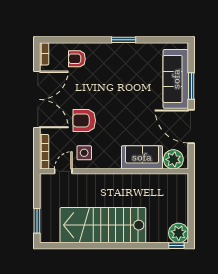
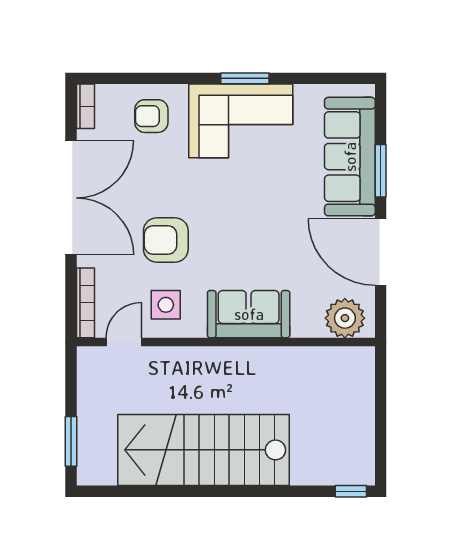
corner sofa: (121, 61) -> (241, 121), added
sofa: (142, 157) -> (249, 314), moved
plant: (179, 233) -> (355, 466), removed

